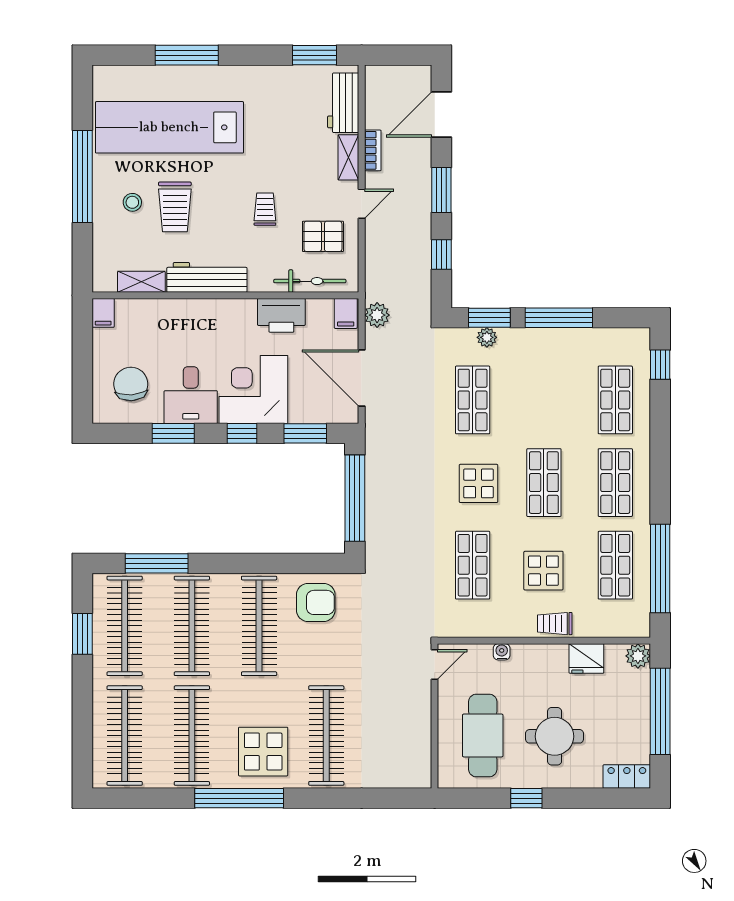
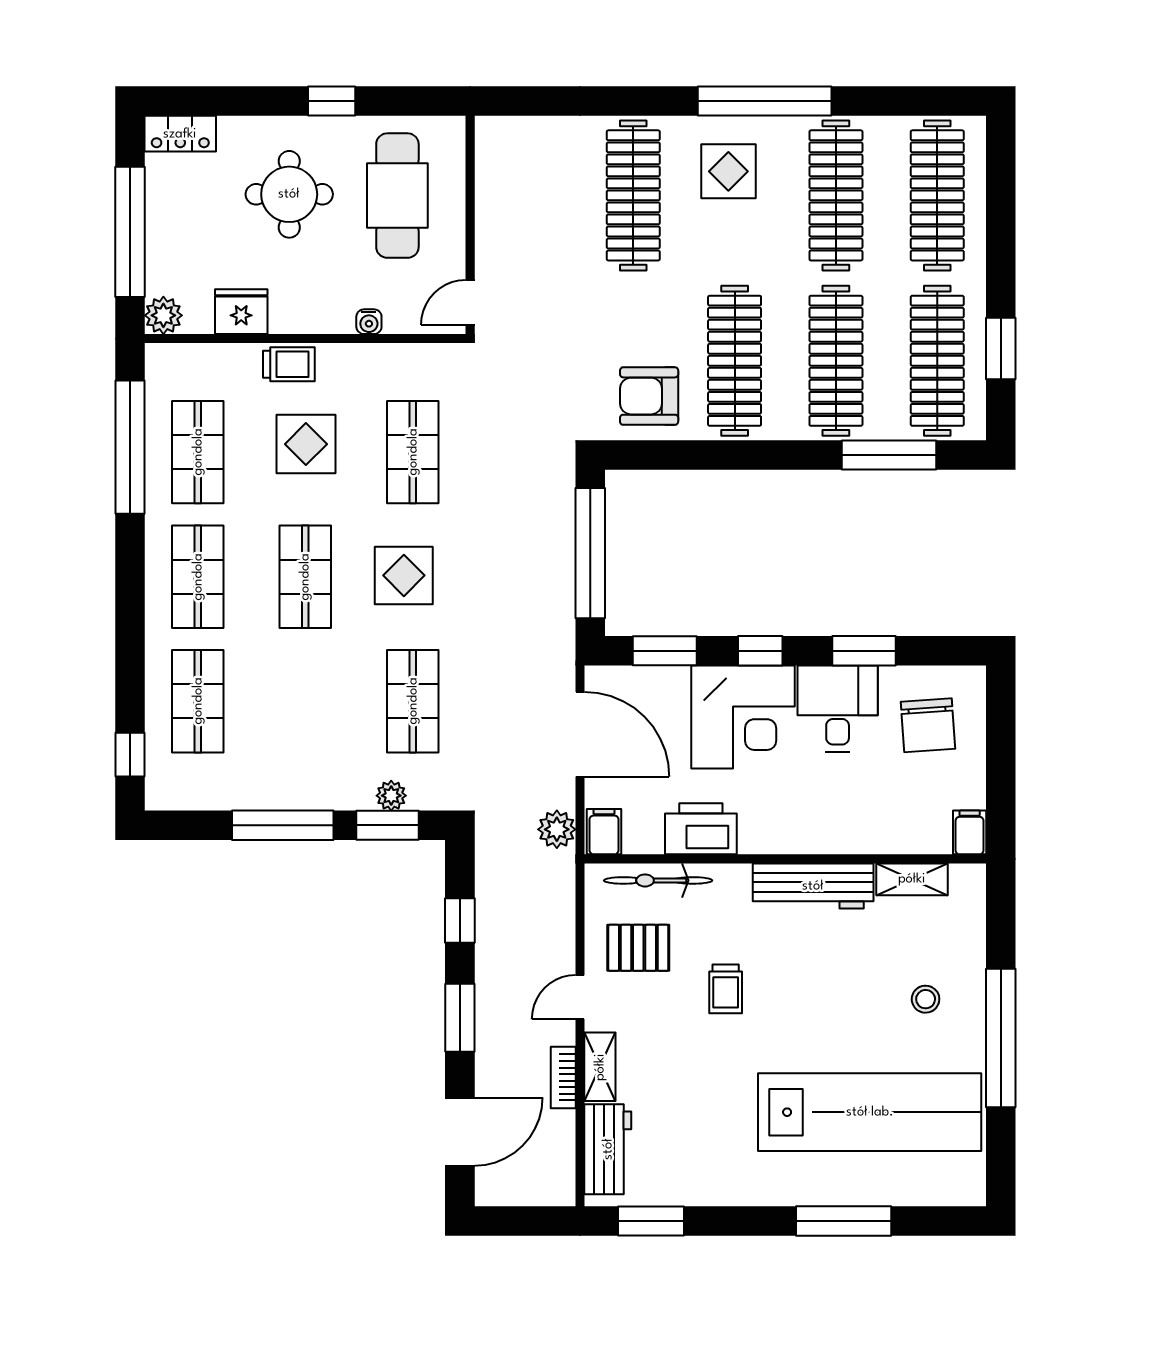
trolley: (175, 207) -> (861, 992), removed
display table: (263, 752) -> (728, 171), width x0.73, depth x0.73

